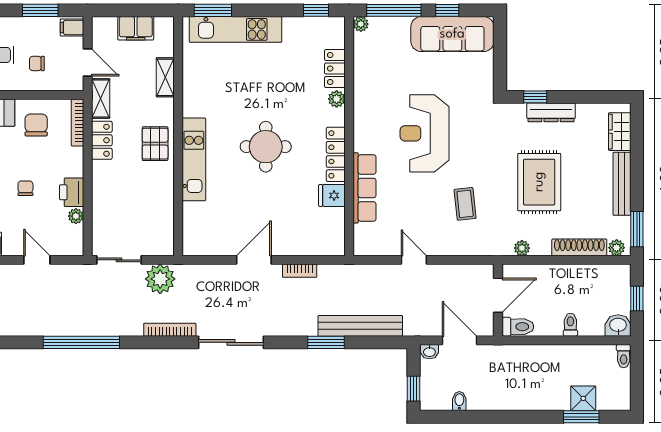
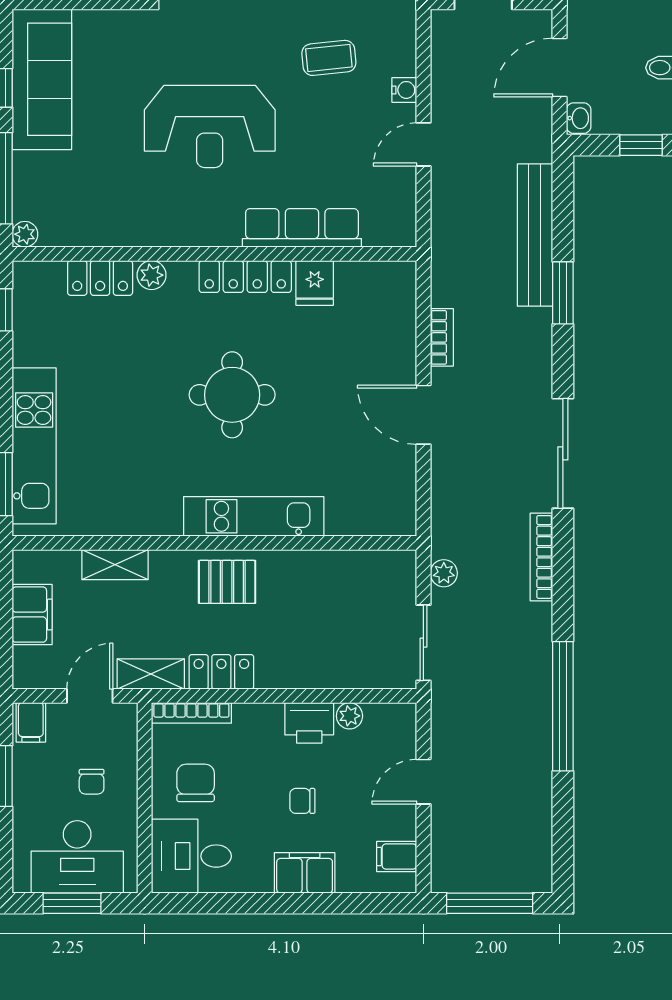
chair: (36, 125) -> (196, 783), turned 90
water cooler: (446, 249) -> (404, 90), added
plant: (160, 279) -> (444, 573), width x0.53, depth x0.53

